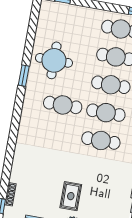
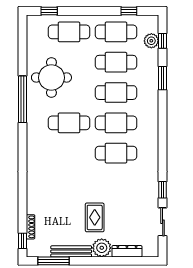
cafe table: (78, 21) -> (69, 32), added
window: (24, 76) -> (22, 99), width x2.11

